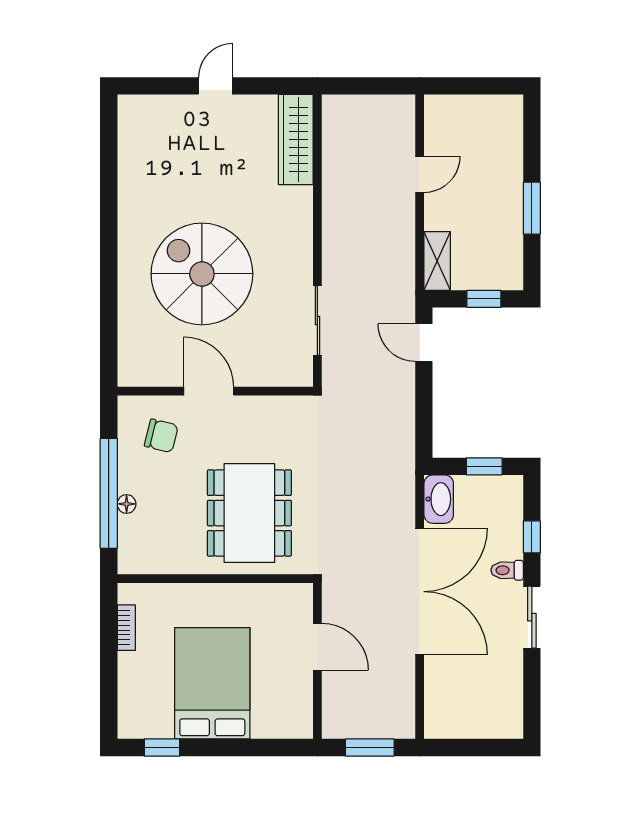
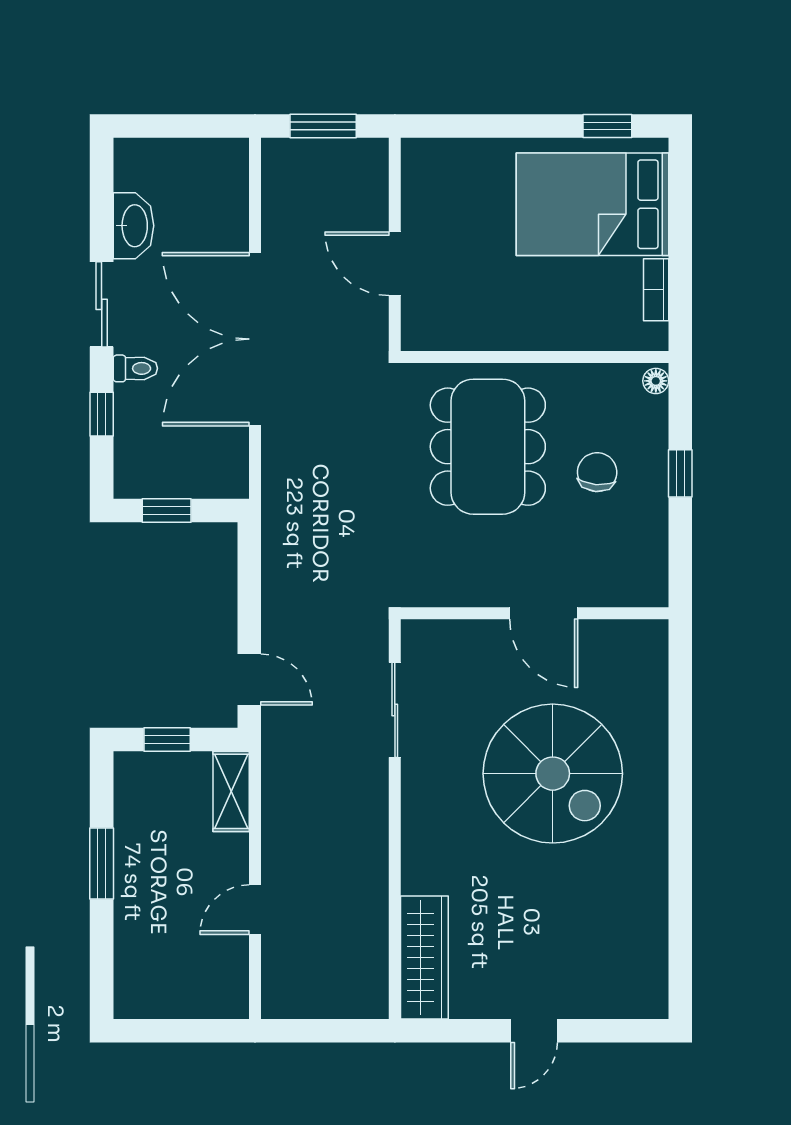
chair: (161, 436) -> (597, 472), moved, turned 81
window: (109, 493) -> (680, 473), width x0.32
washbasin: (439, 499) -> (133, 226), moved, turned 180
floor lamp: (127, 504) -> (656, 381), moved
bed: (212, 683) -> (592, 204), moved, turned 90

